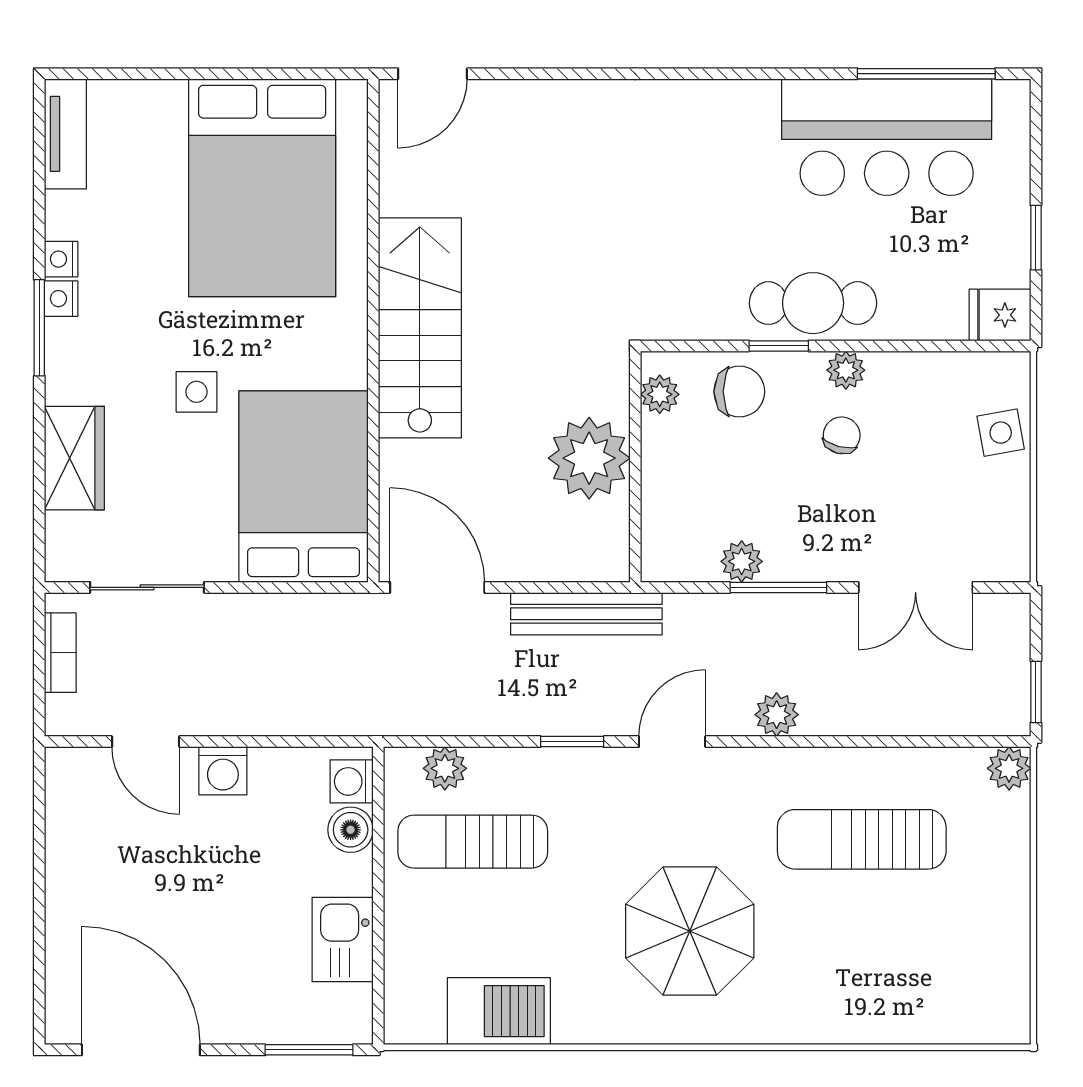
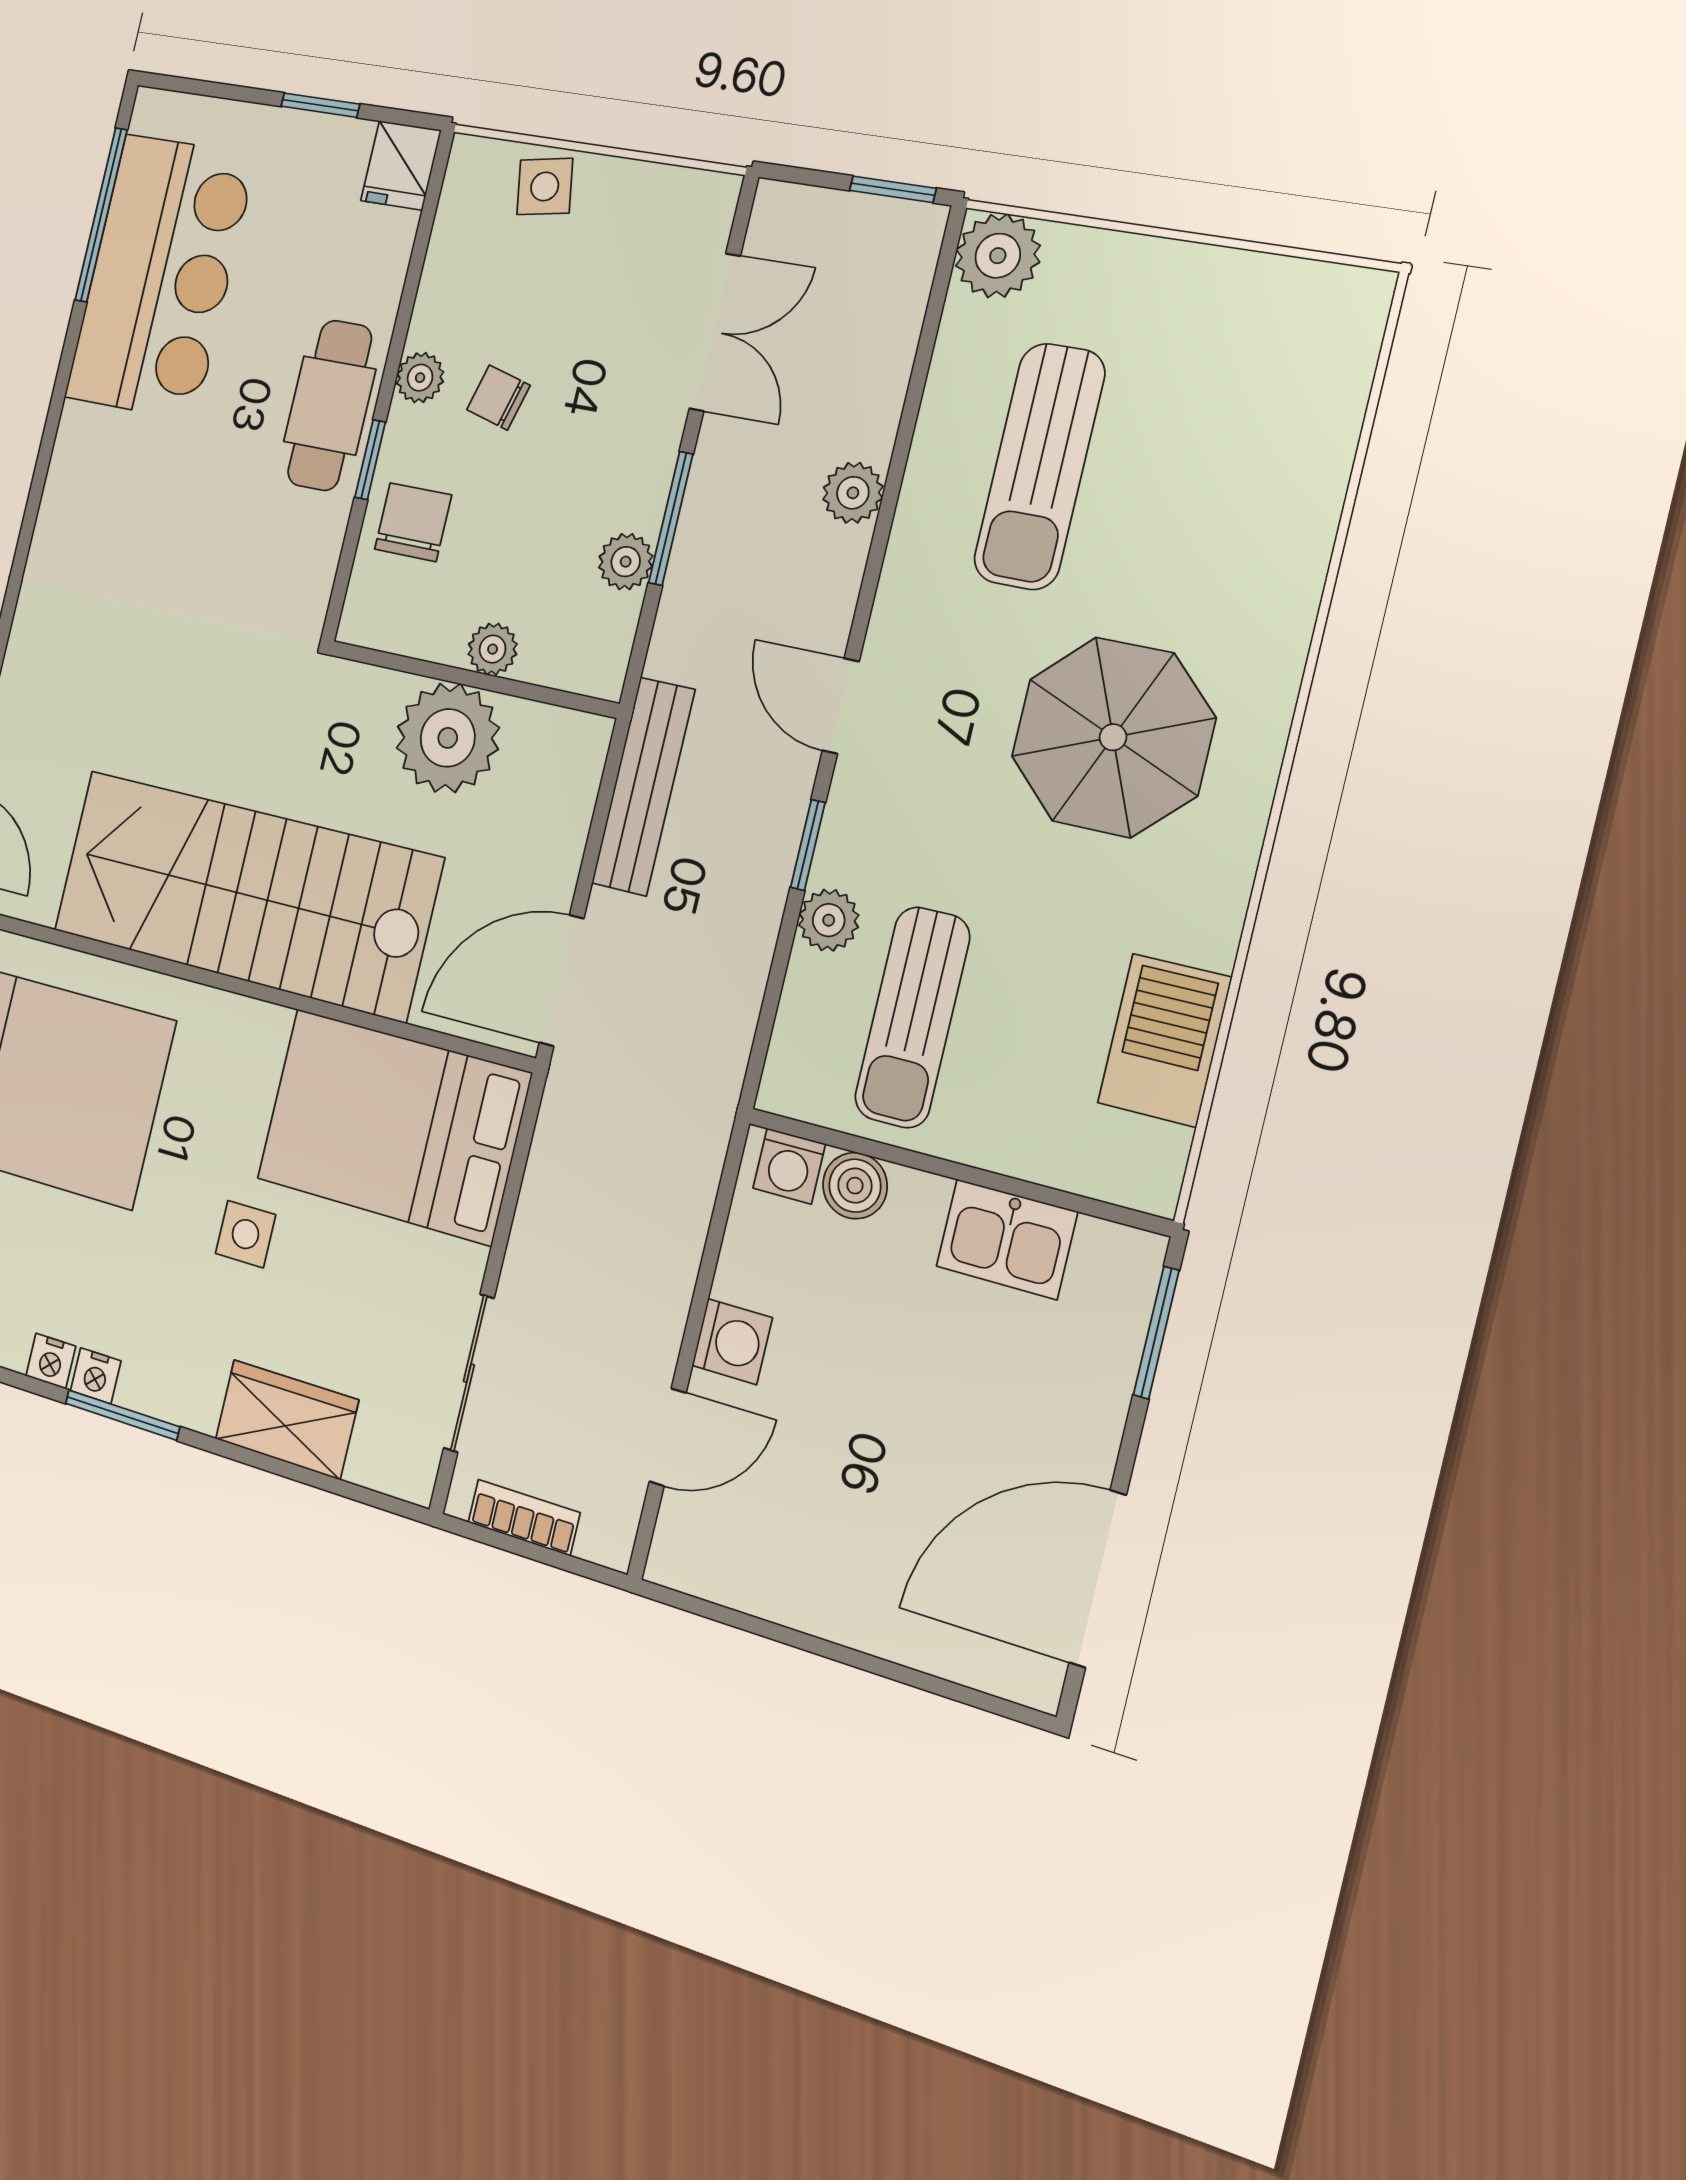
stairs: (420, 328) -> (245, 895), width x1.36, depth x1.51
plant: (660, 394) -> (493, 649), moved
plant: (777, 715) -> (853, 493), moved
plant: (445, 768) -> (829, 920), moved
plant: (1009, 768) -> (998, 256), width x1.38, depth x1.38

